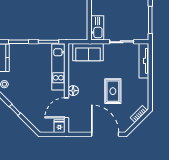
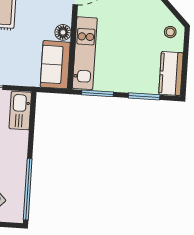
sofa: (88, 52) -> (55, 65), moved, turned -90
floor lamp: (73, 91) -> (63, 32), moved

